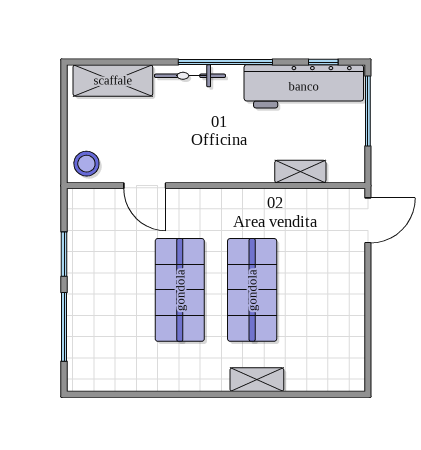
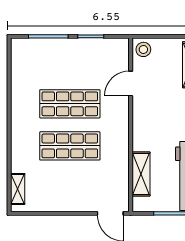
shelving: (300, 172) -> (141, 174), width x1.50, depth x1.33
shelving: (257, 380) -> (18, 189), moved

